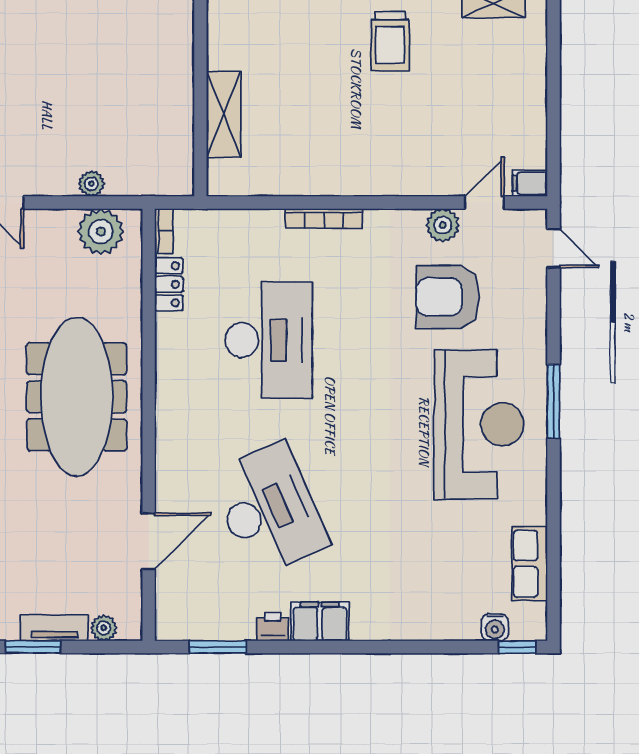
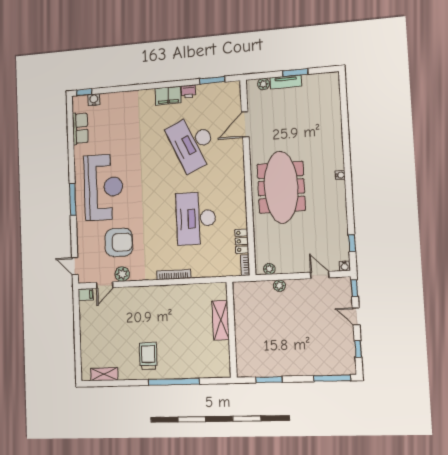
plant: (101, 232) -> (269, 269), width x0.53, depth x0.53
reception desk: (479, 424) -> (104, 187), turned 180

